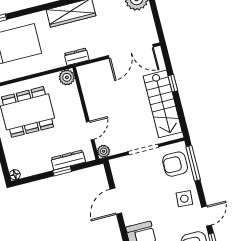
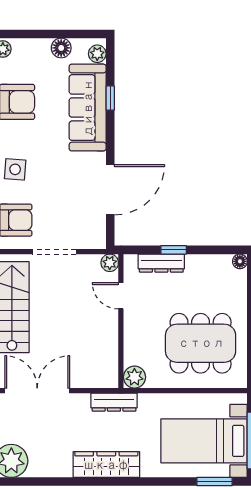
dresser: (77, 57) -> (114, 402), width x1.44
door: (90, 131) -> (121, 296), hinge flipped
door: (116, 201) -> (110, 190), width x1.36

